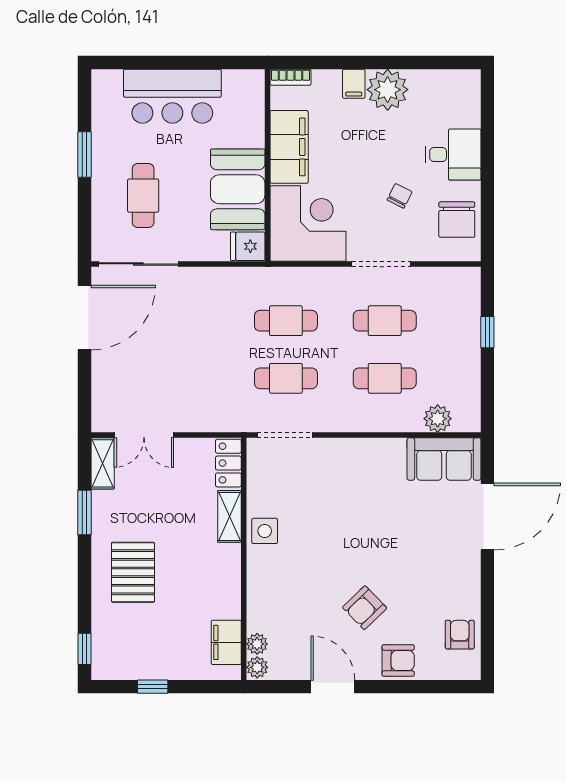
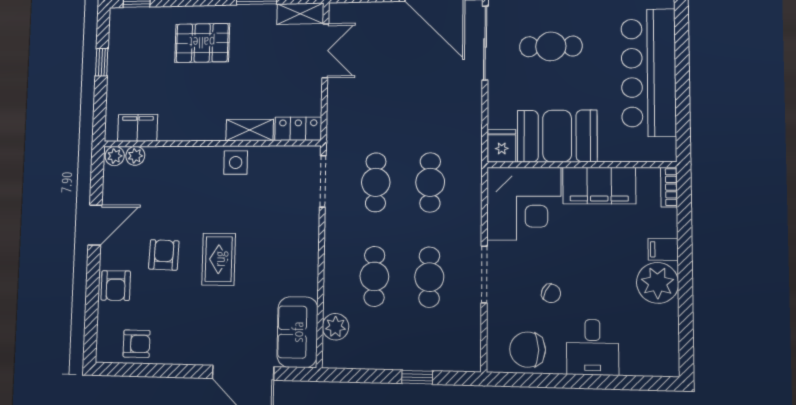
bar counter: (172, 96) -> (649, 73), width x1.36
double door: (144, 435) -> (325, 51), swing flipped
rug: (369, 547) -> (219, 259), added
armchair: (365, 608) -> (164, 255), turned 46

